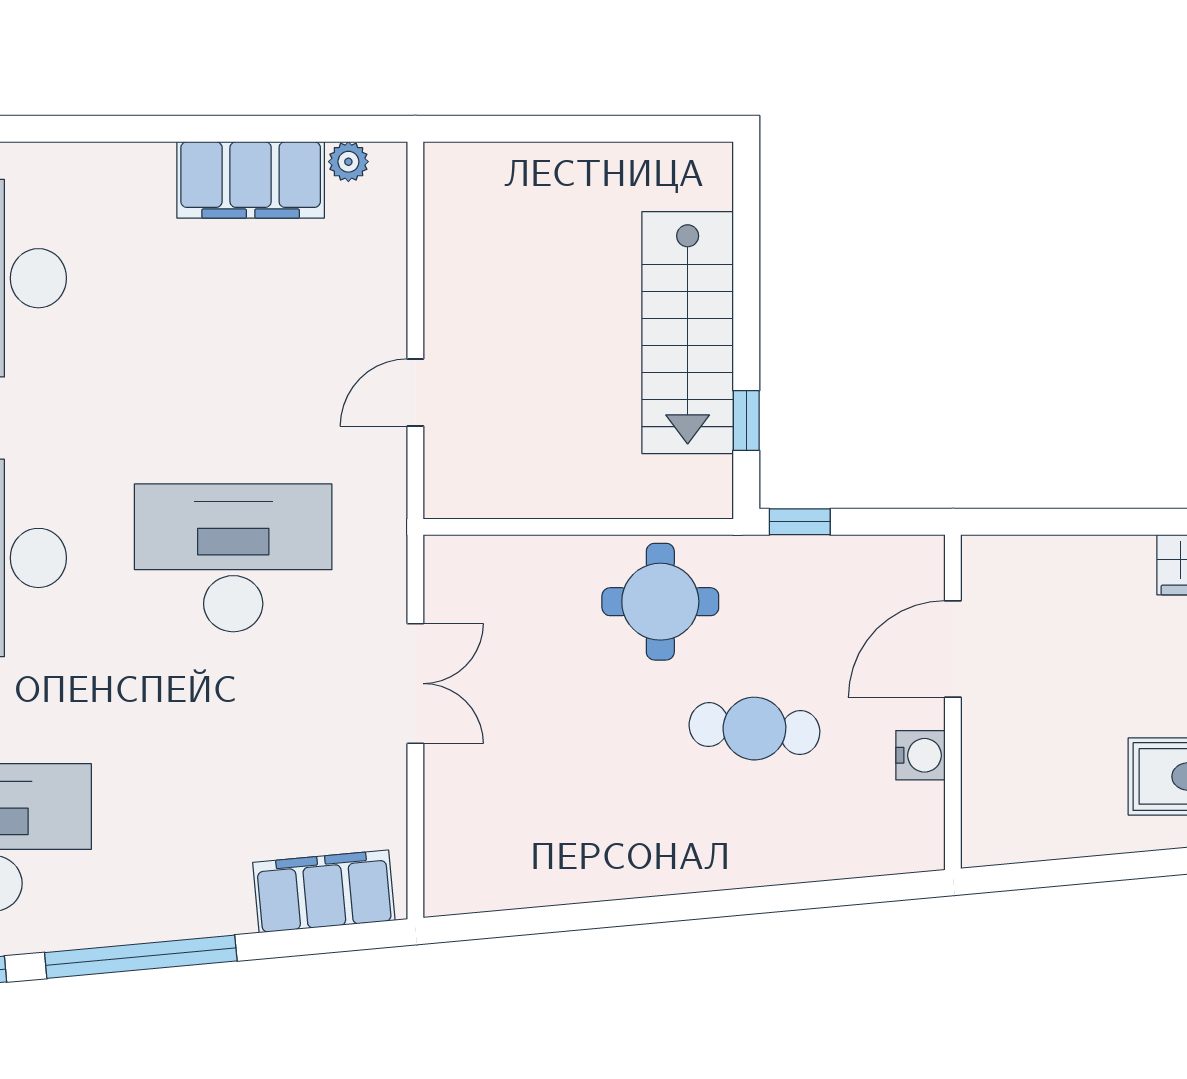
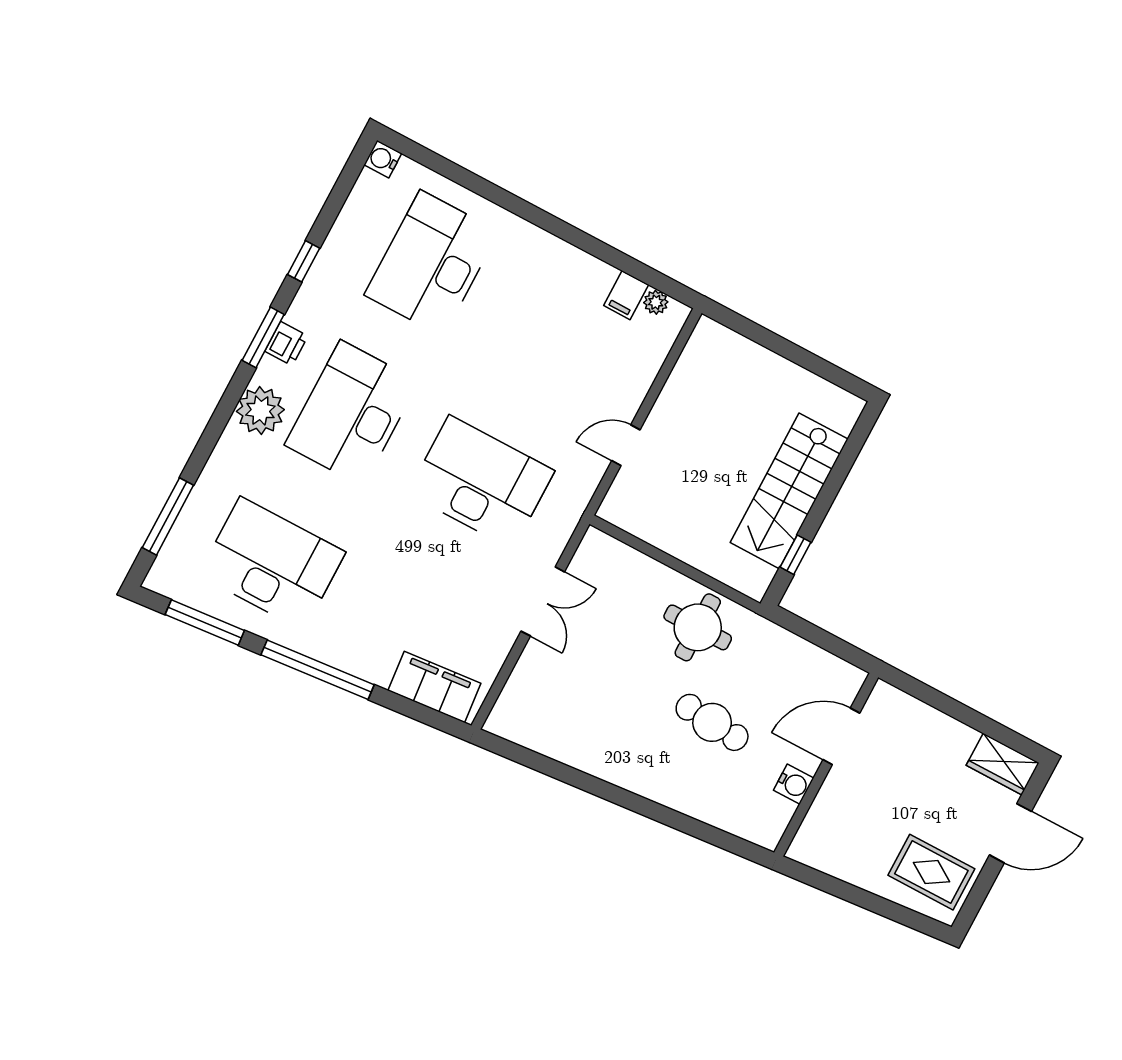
filing cabinet: (251, 180) -> (626, 295), width x0.33, depth x0.86
window: (800, 522) -> (795, 624), removed

